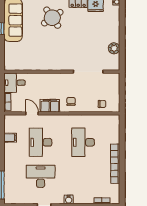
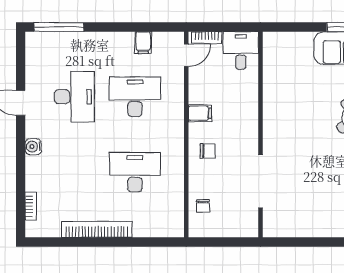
plant: (114, 48) -> (302, 227), removed
filing cabinet: (50, 106) -> (200, 113), width x0.50
door: (32, 113) -> (186, 55), moved

